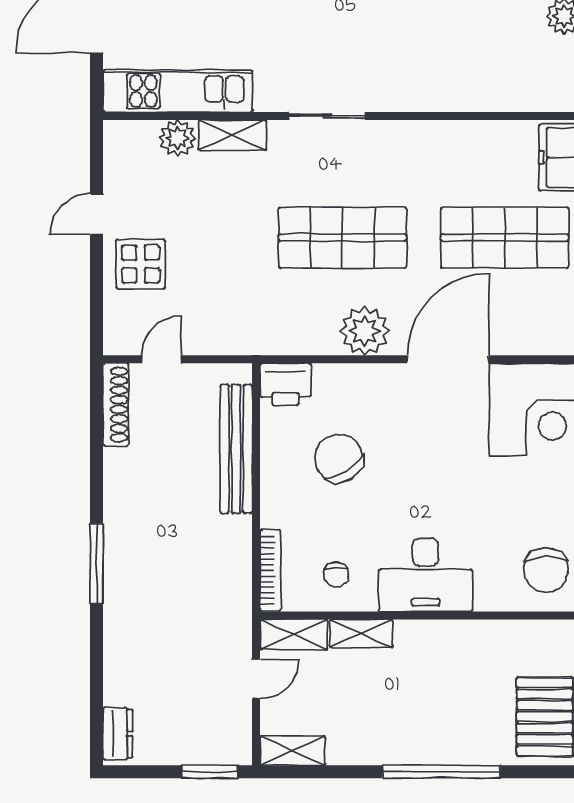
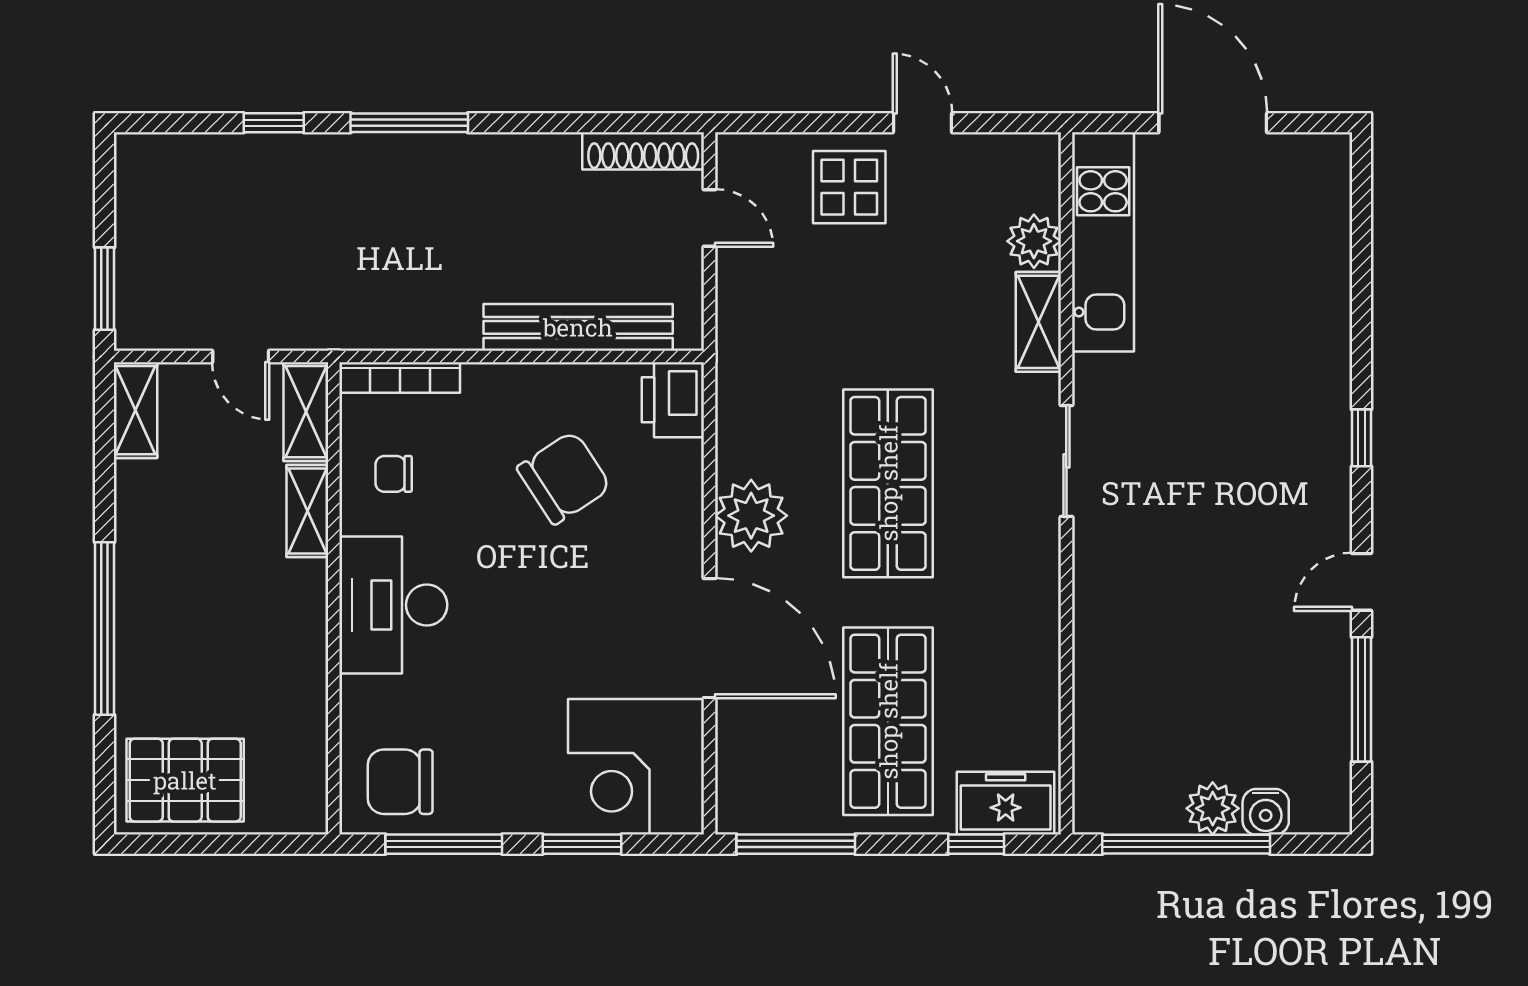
window: (97, 656) -> (274, 123), added
dresser: (118, 734) -> (160, 154), removed

